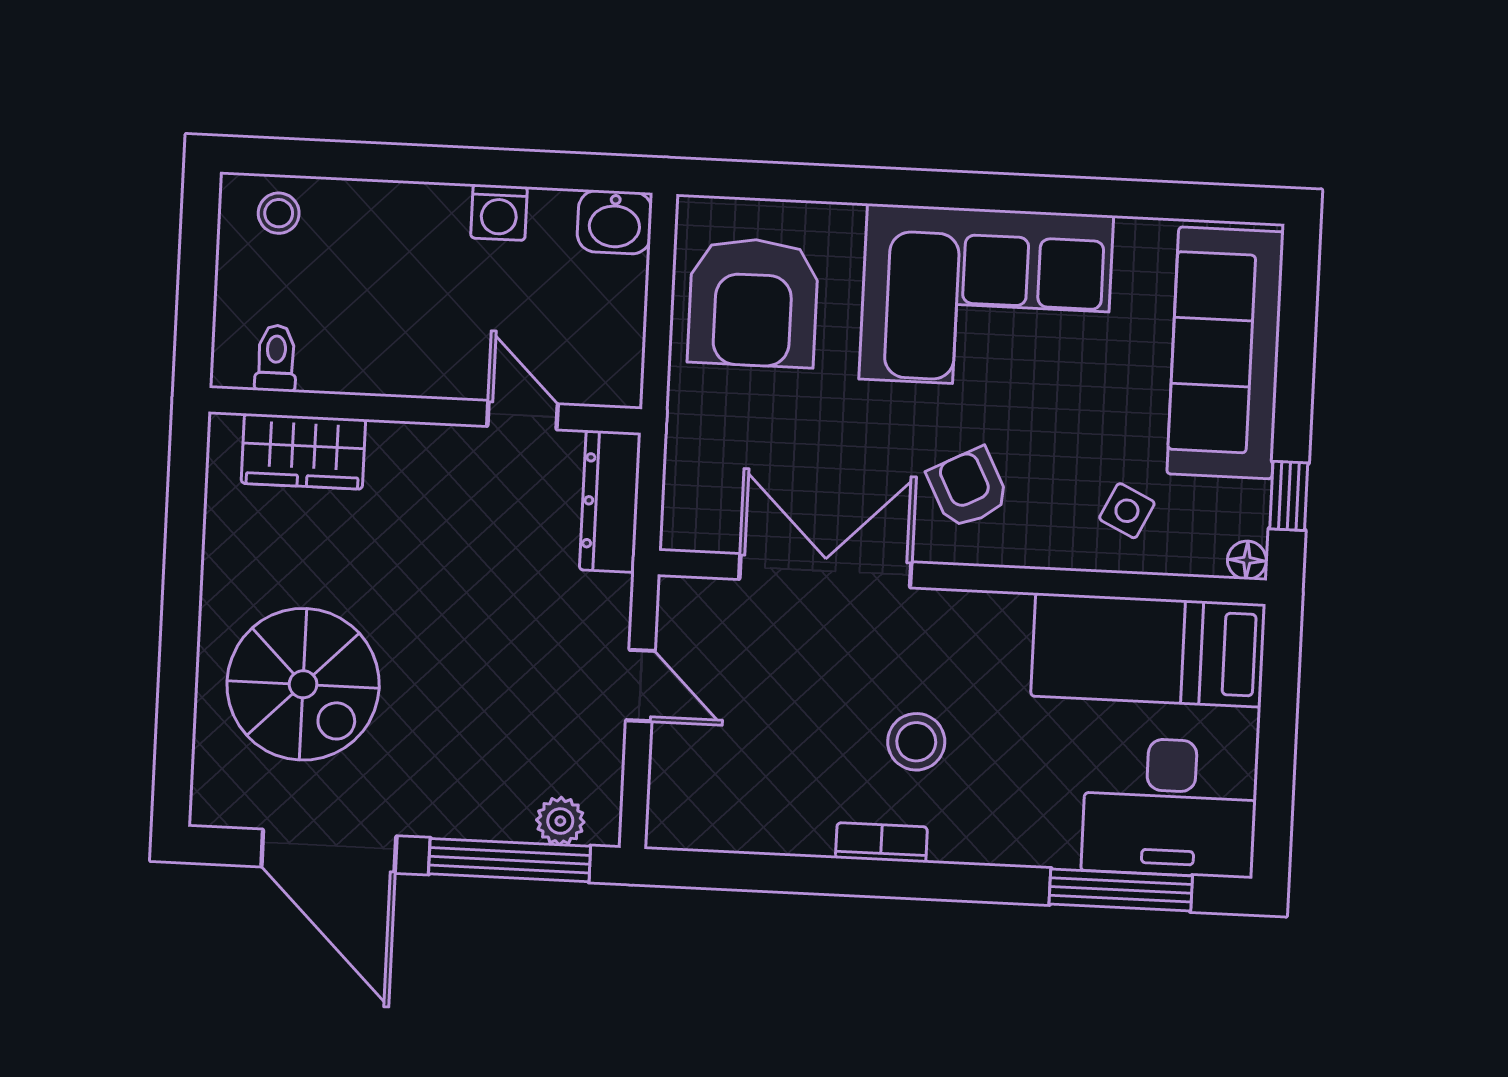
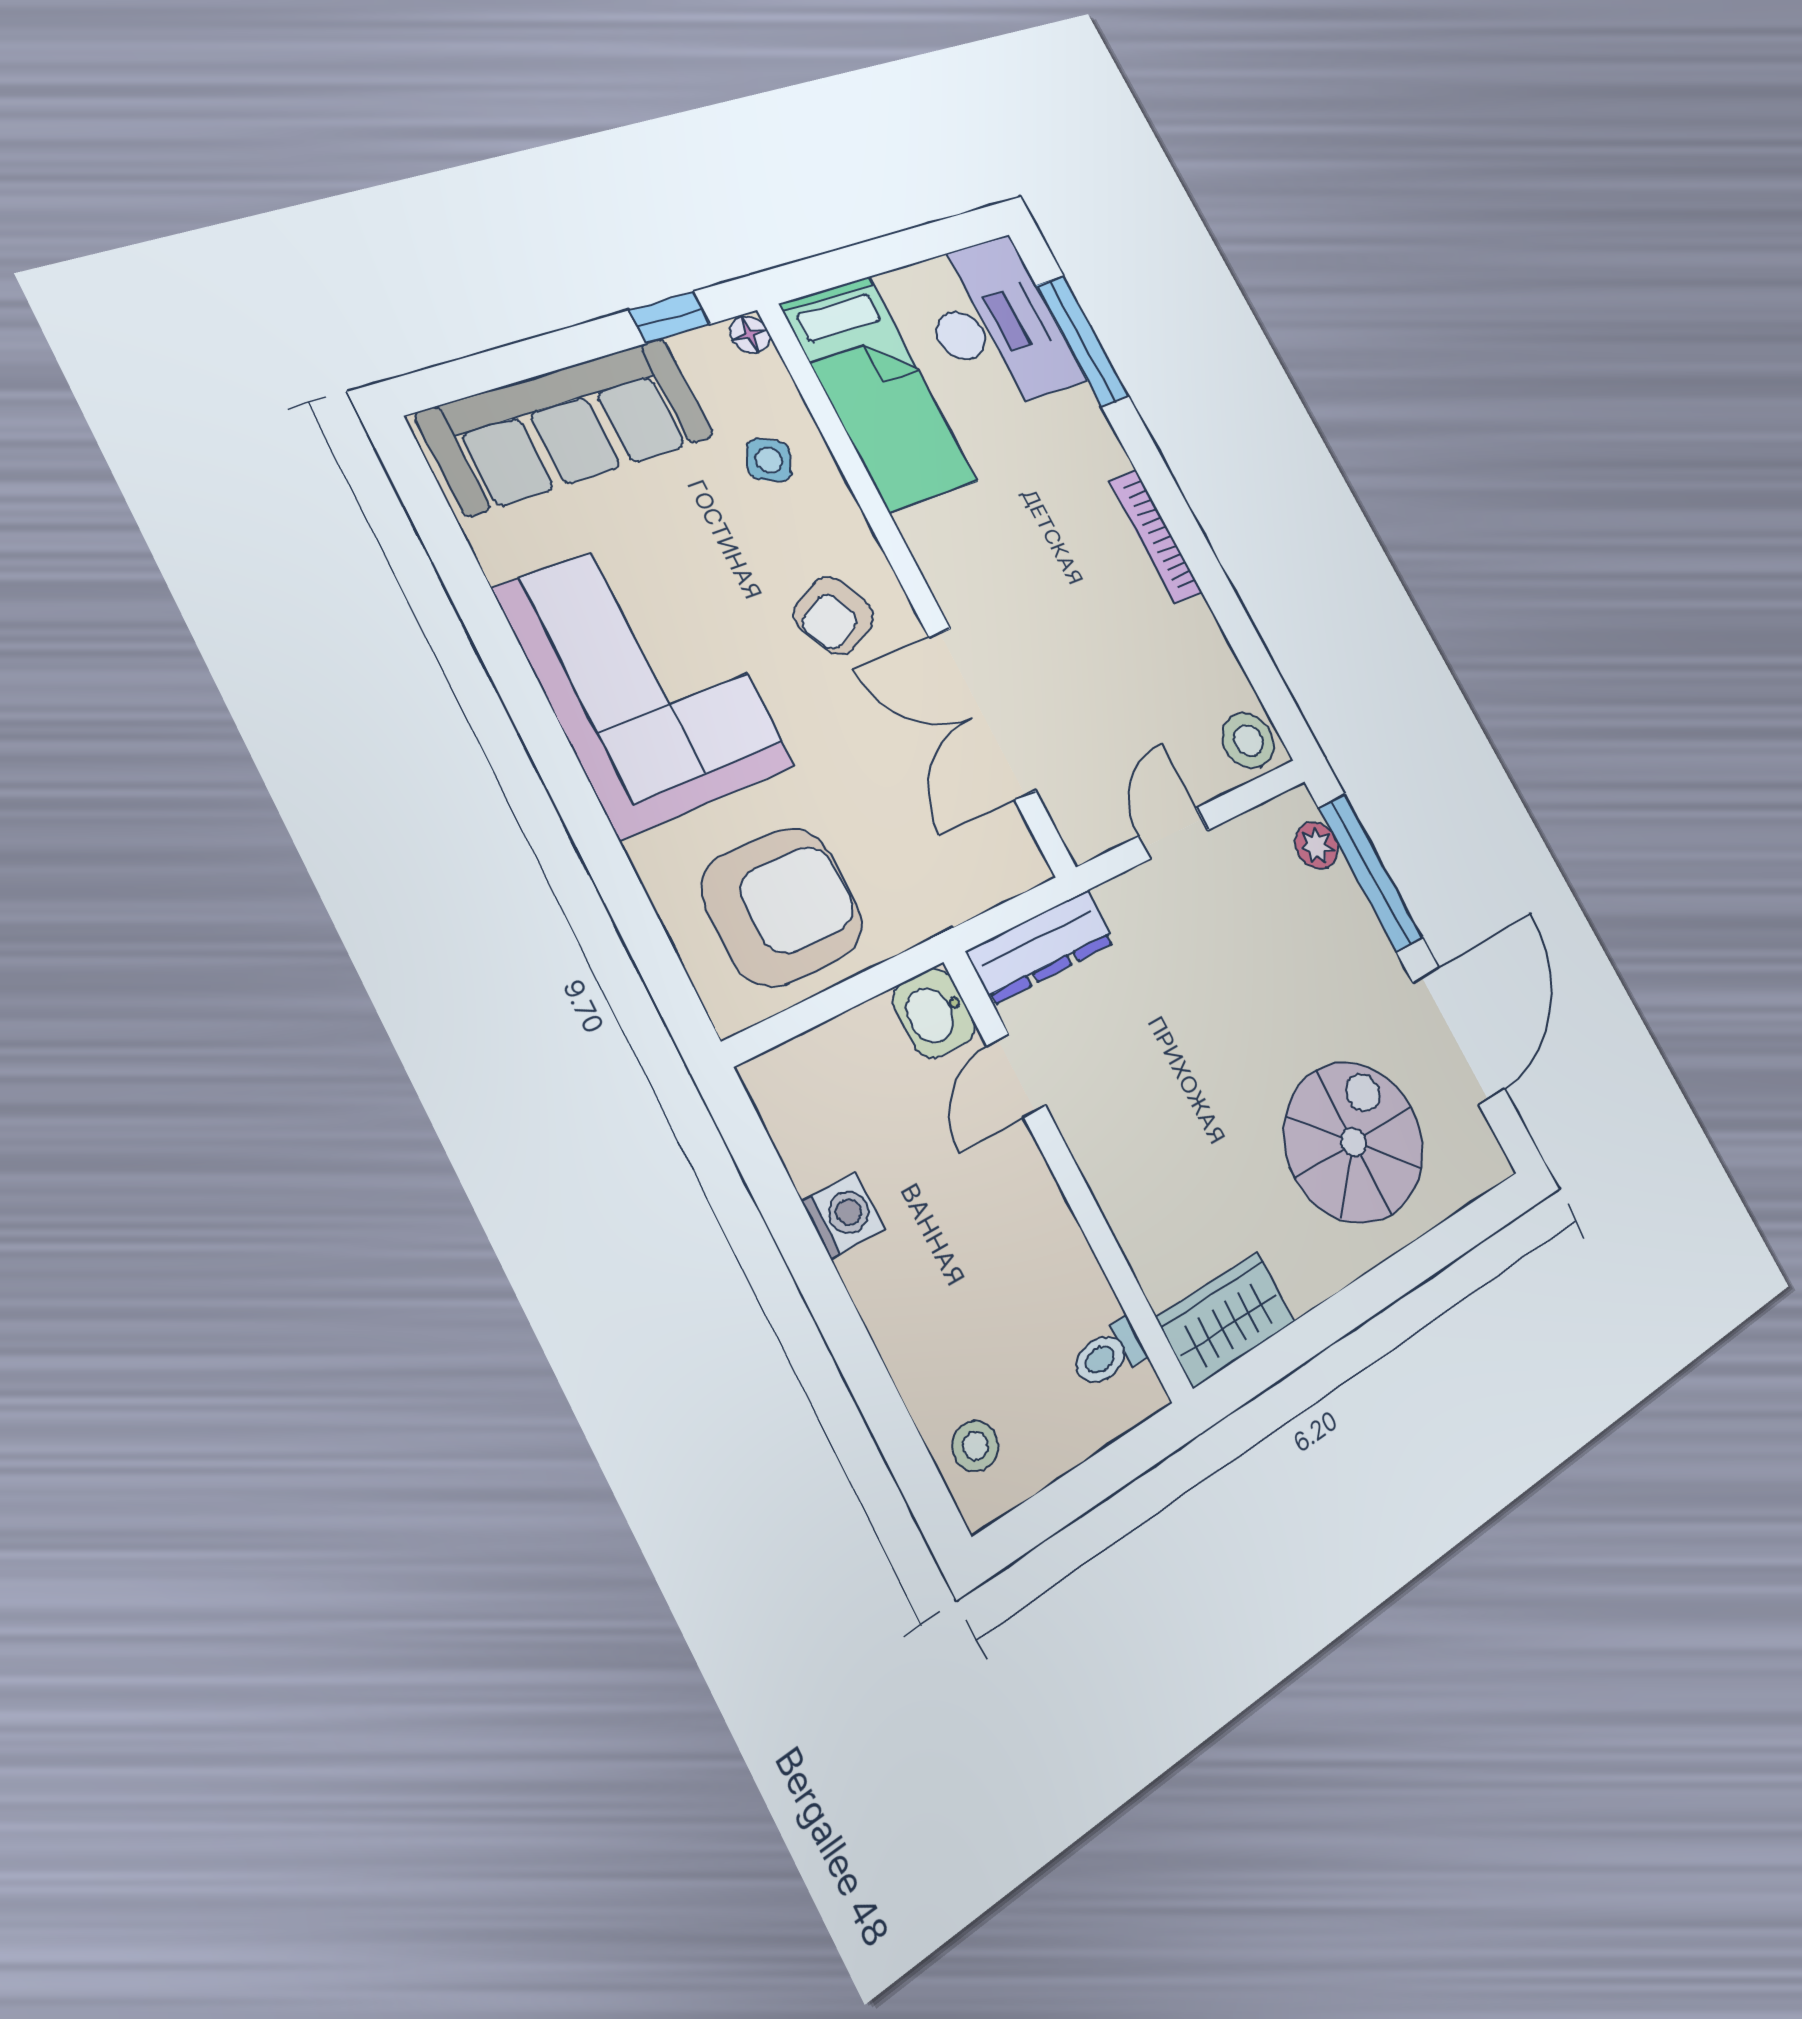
washbasin: (615, 222) -> (934, 1013), moved, turned 180
wardrobe: (303, 451) -> (1226, 1319), moved, turned -90
stool: (916, 742) -> (1248, 741), moved
bookcase: (881, 843) -> (1155, 537), width x1.56

